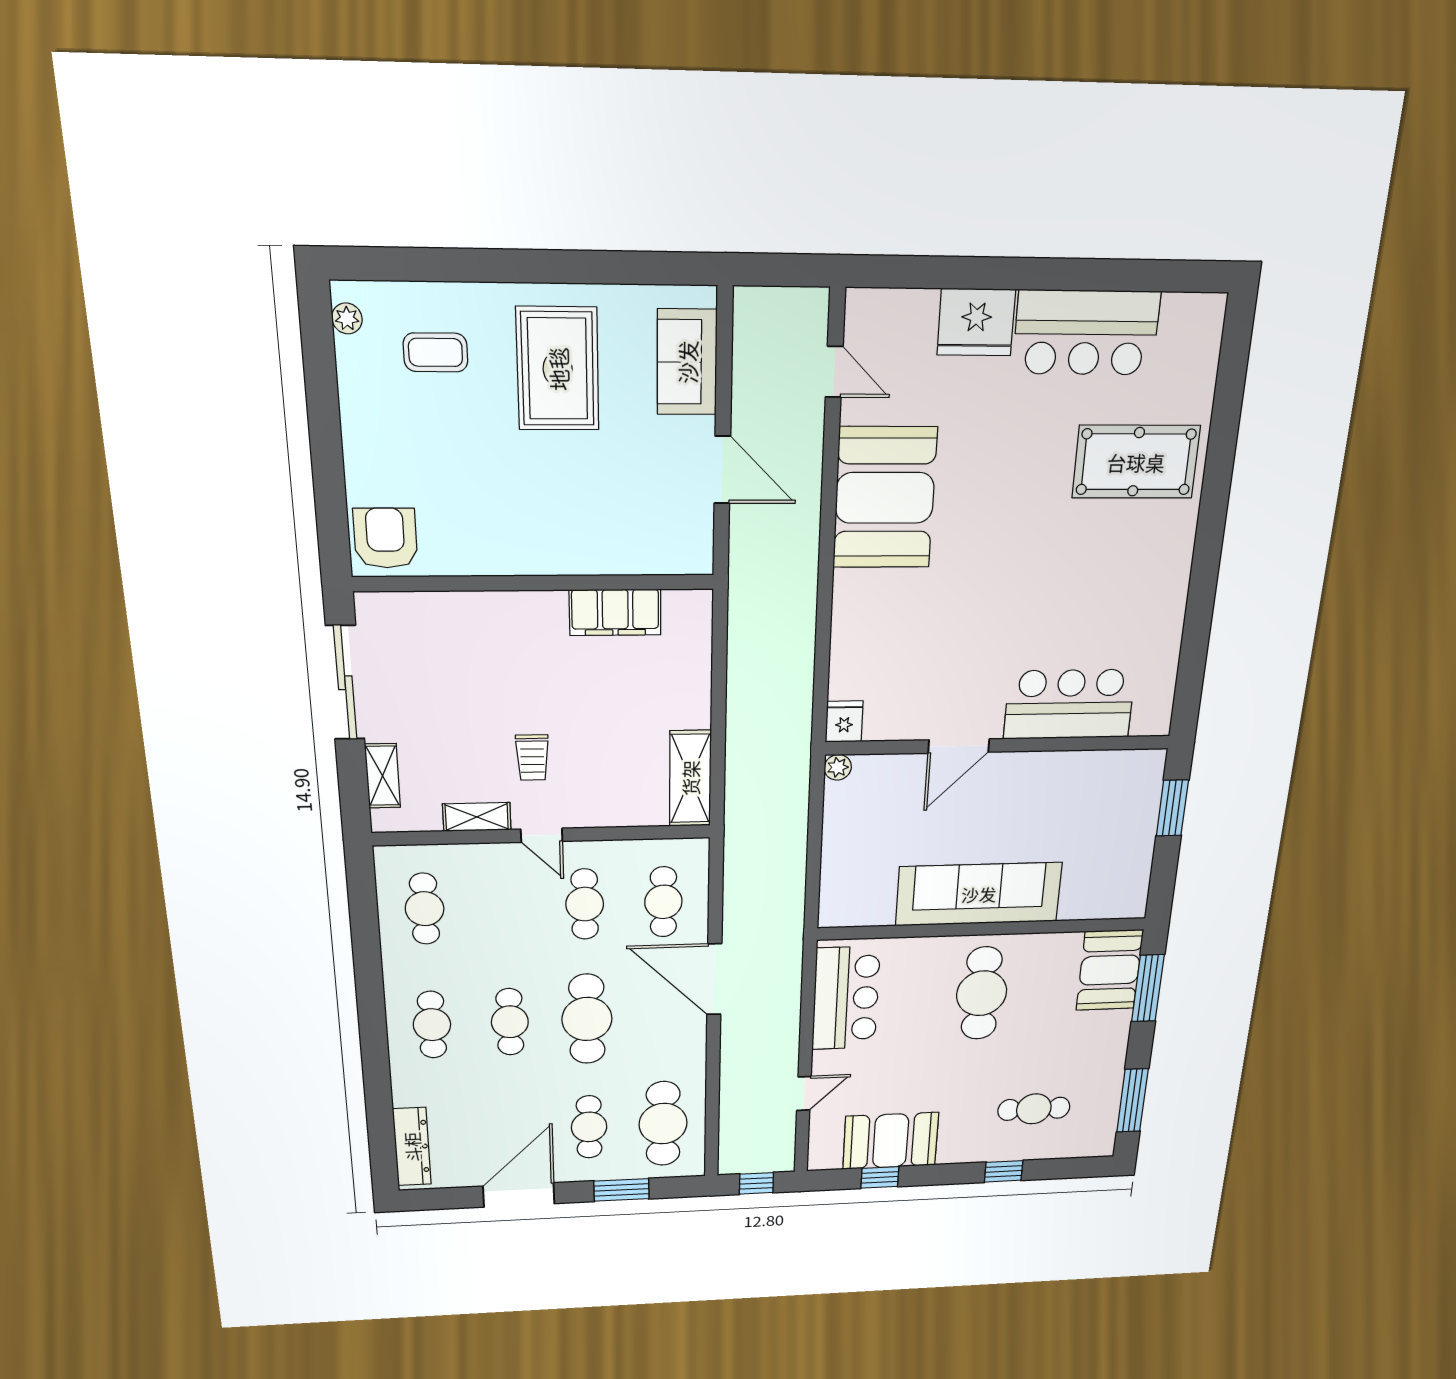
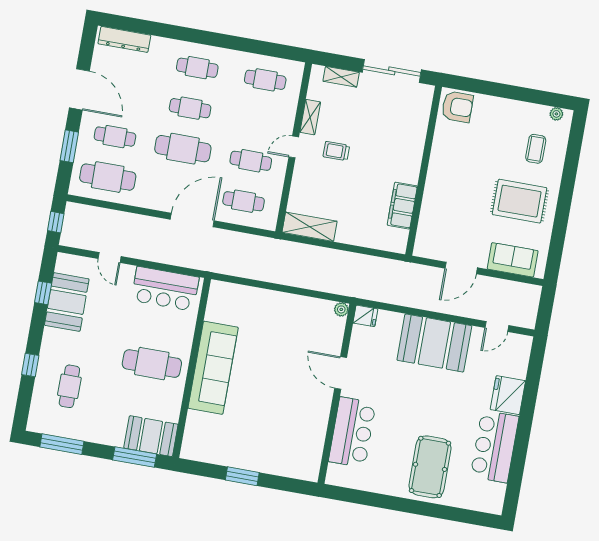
bar counter: (1069, 704) -> (352, 432), moved
fridge: (844, 722) -> (365, 316), moved
wall: (999, 745) -> (337, 394), moved
door: (959, 746) -> (341, 373), moved
plant: (838, 767) -> (341, 309), moved

